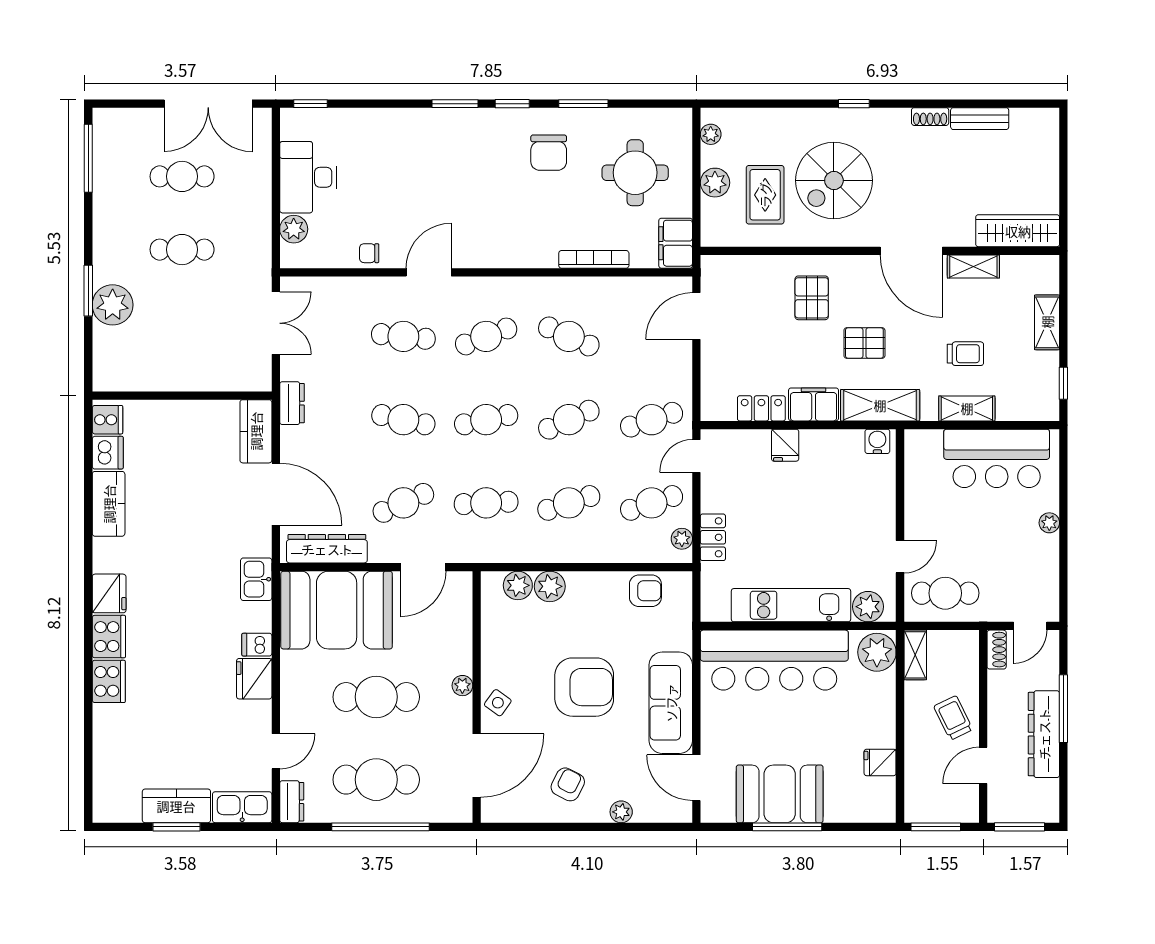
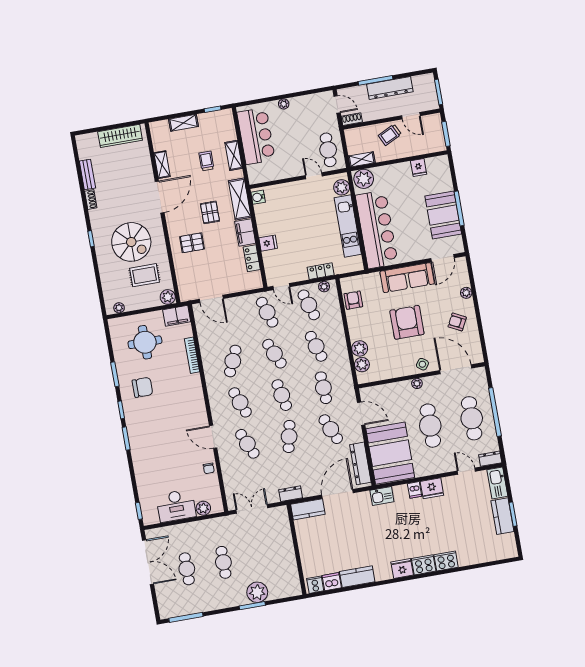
plant: (715, 183) -> (168, 297), moved
wardrobe: (1018, 231) -> (120, 136), moved, turned -90
cafe table: (403, 336) -> (247, 444), turned -30

